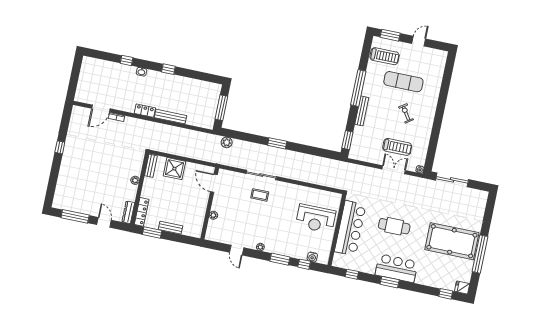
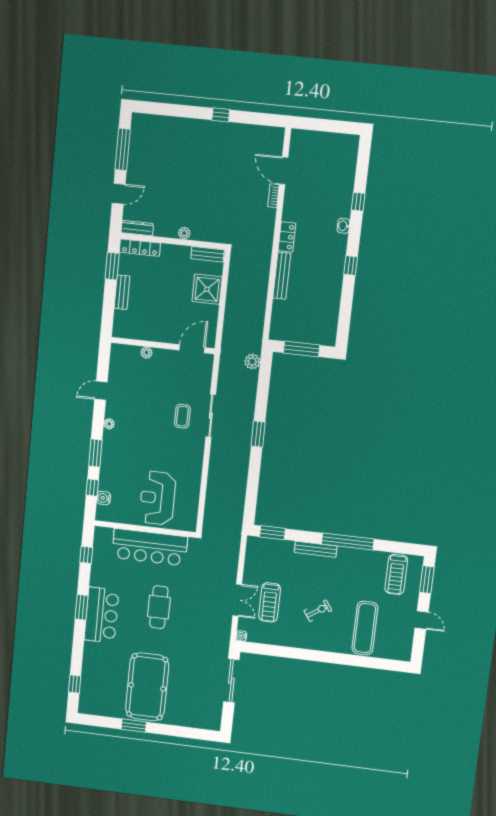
exercise mat: (403, 82) -> (365, 628), moved
window: (480, 254) -> (134, 726), width x0.47
fridge: (462, 287) -> (86, 705), removed

